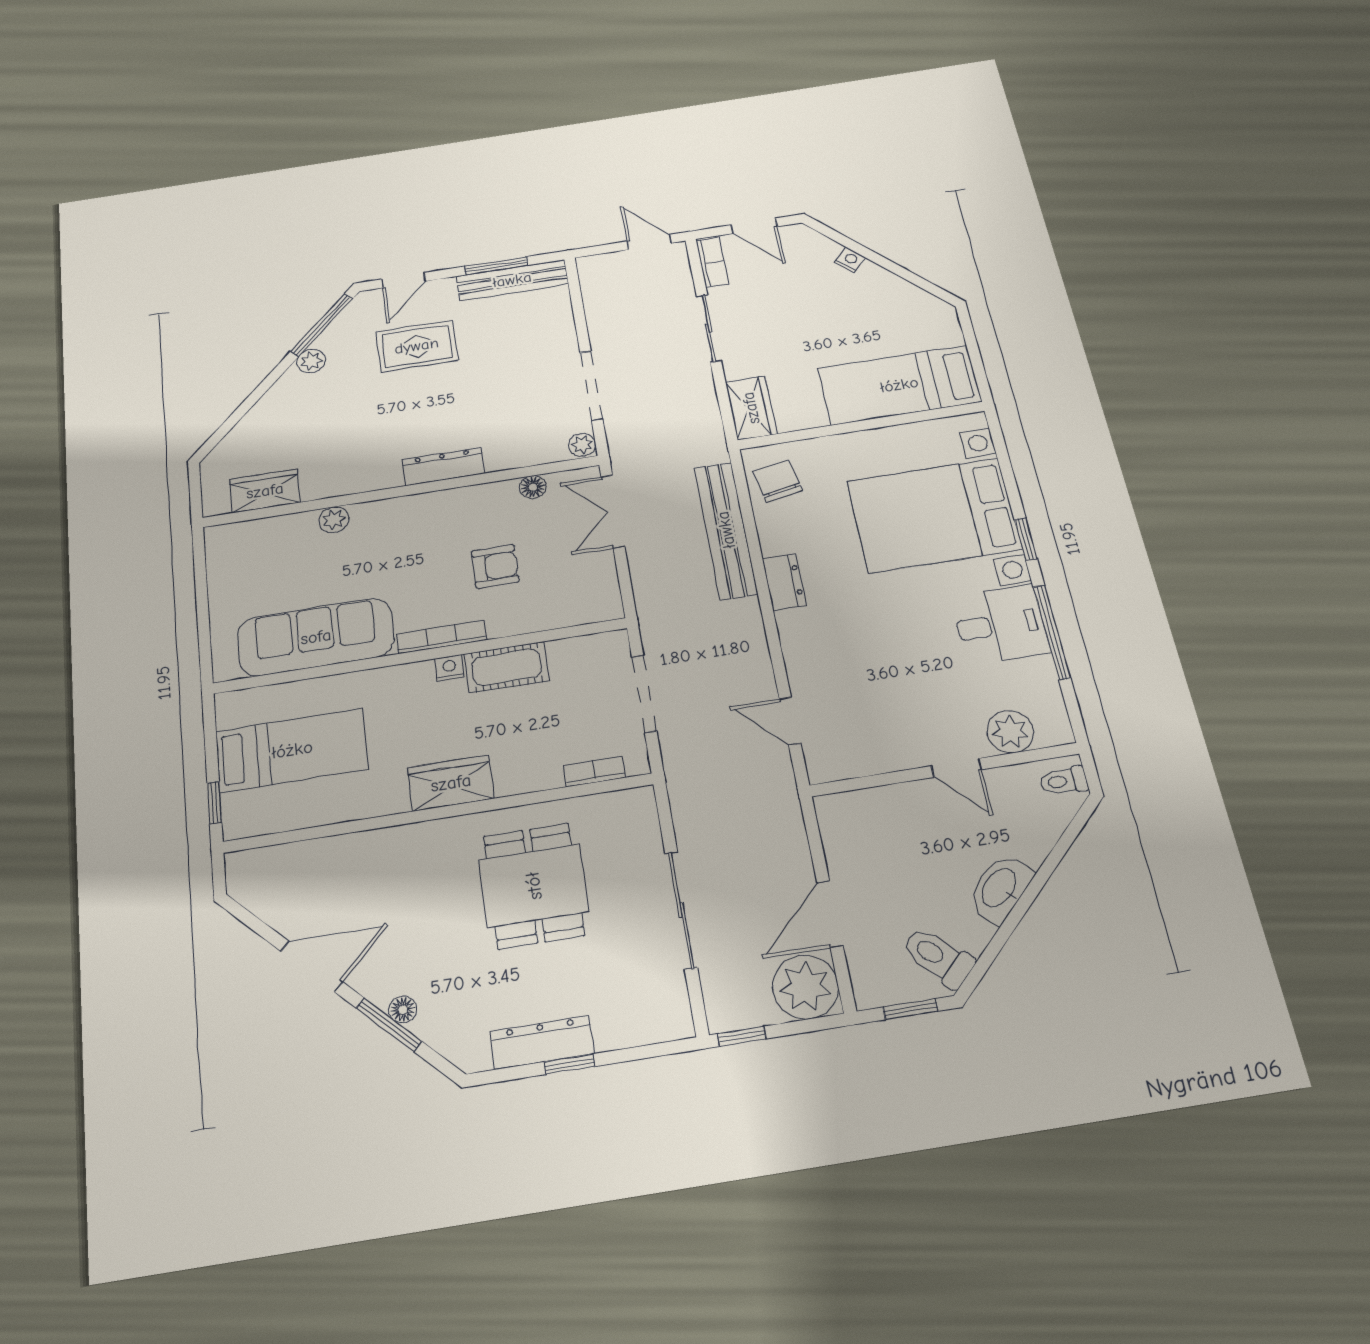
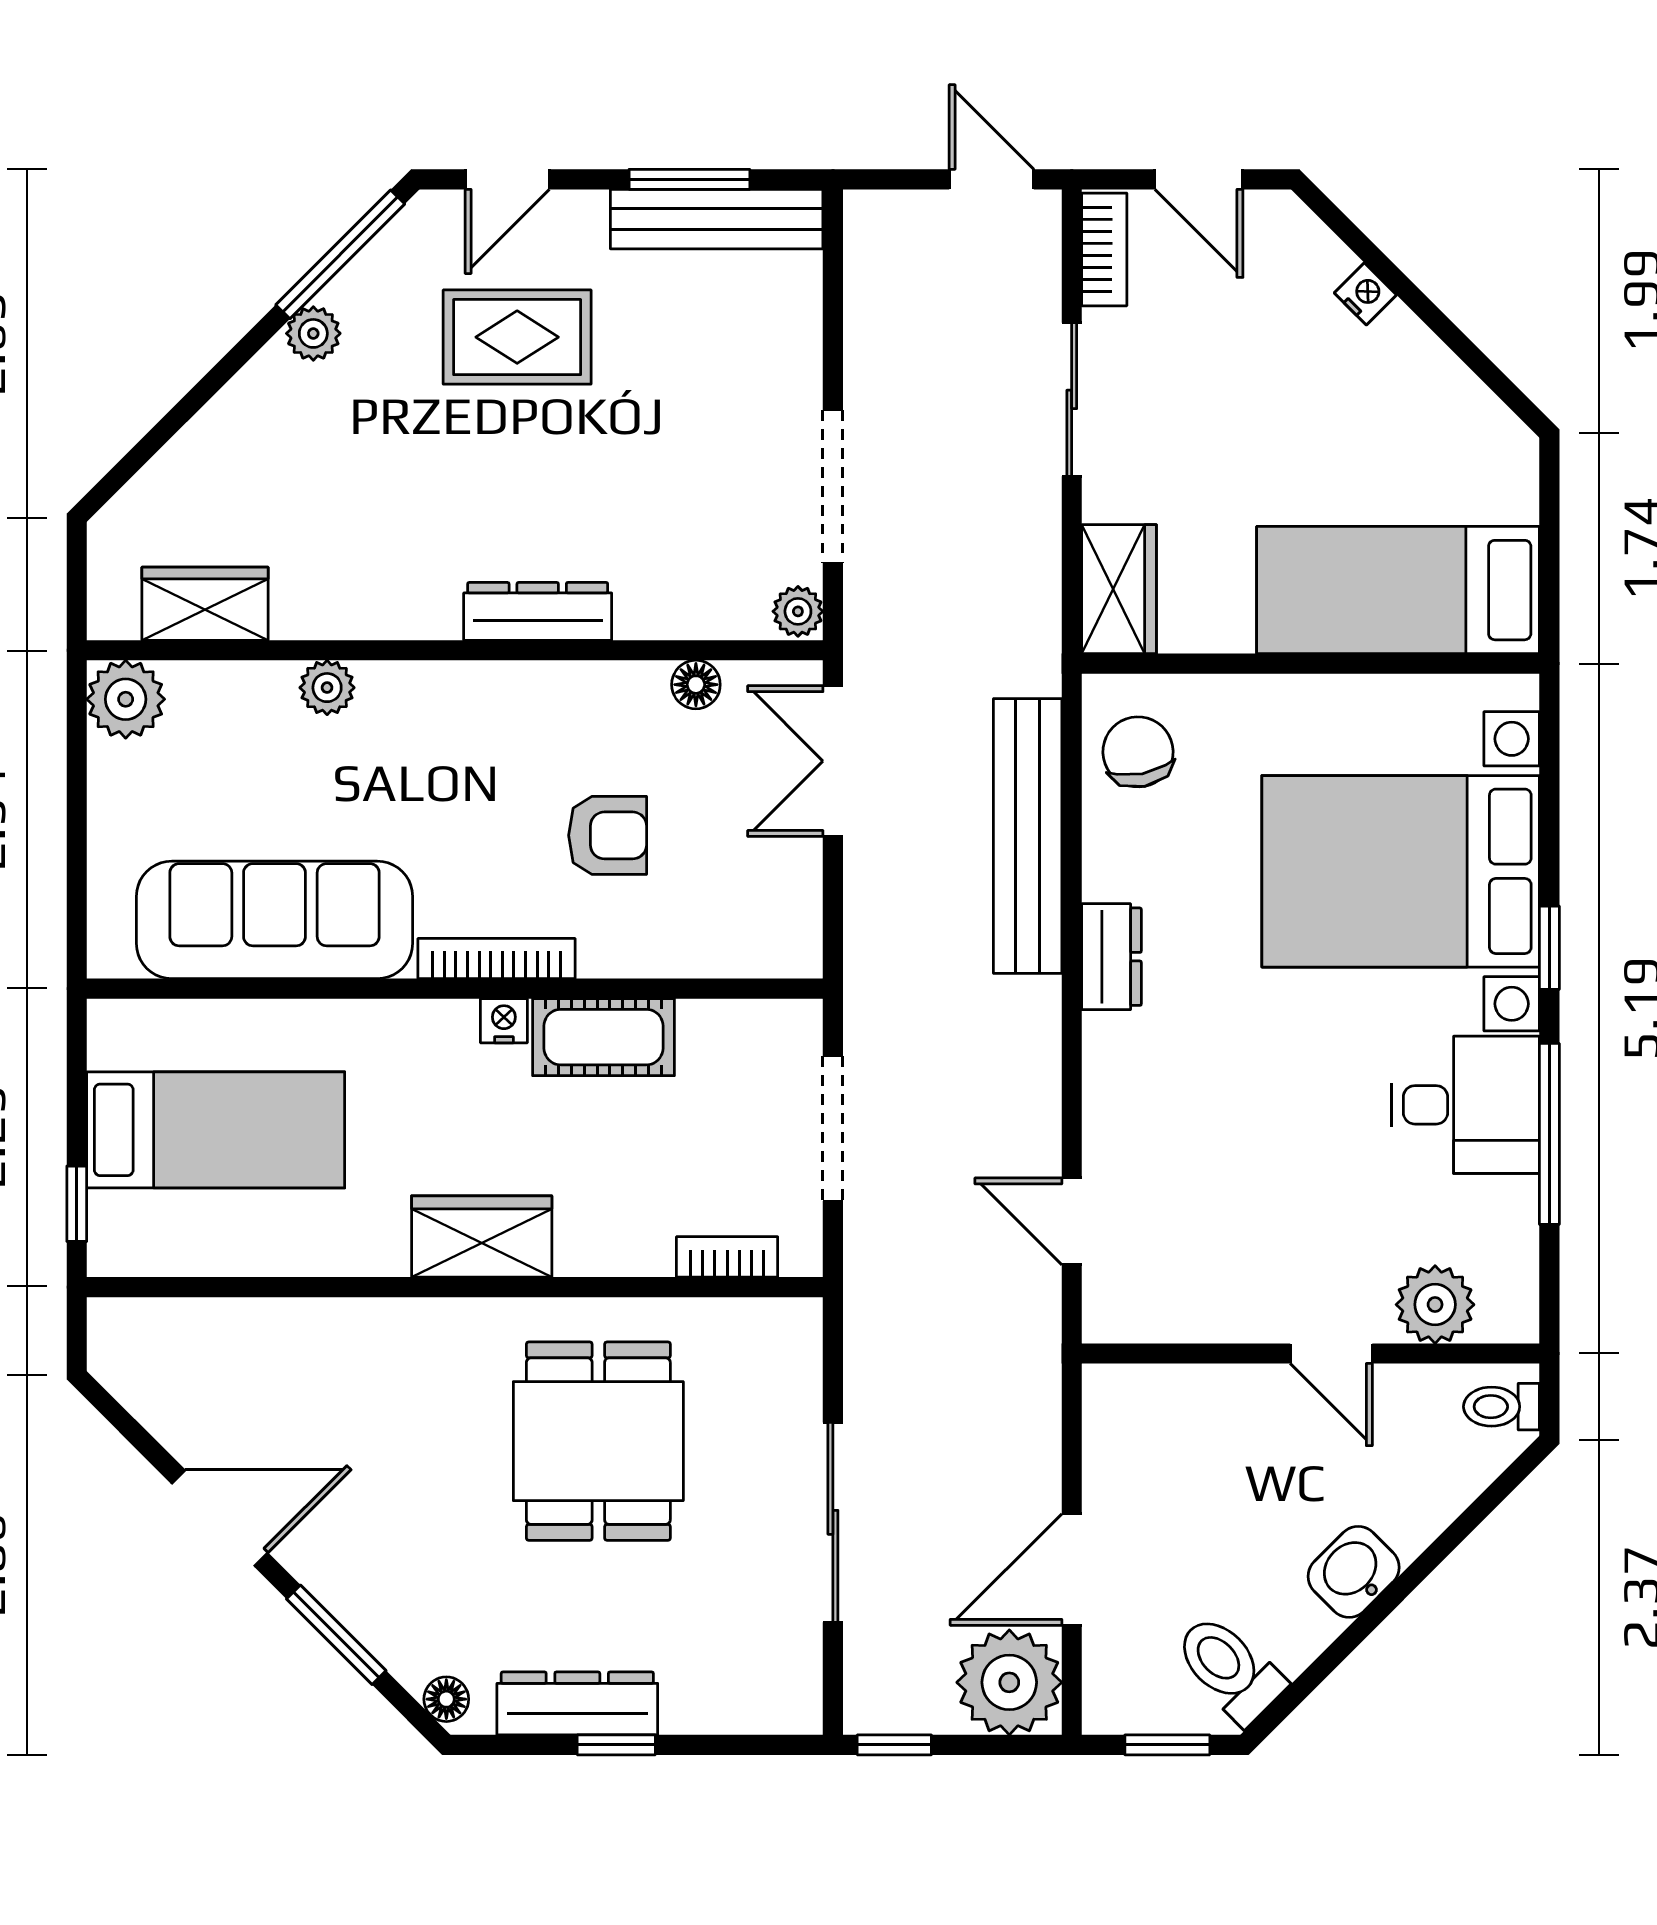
plant: (225, 542) -> (126, 699), added
washbasin: (1000, 888) -> (1354, 1572), width x0.72
floor lamp: (403, 1010) -> (446, 1699), moved

